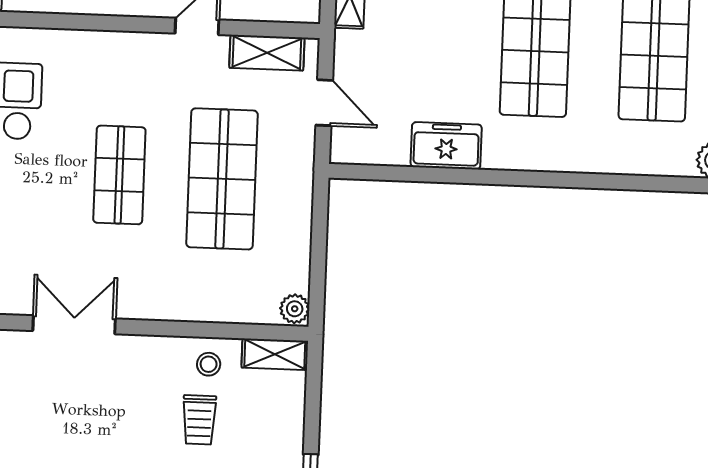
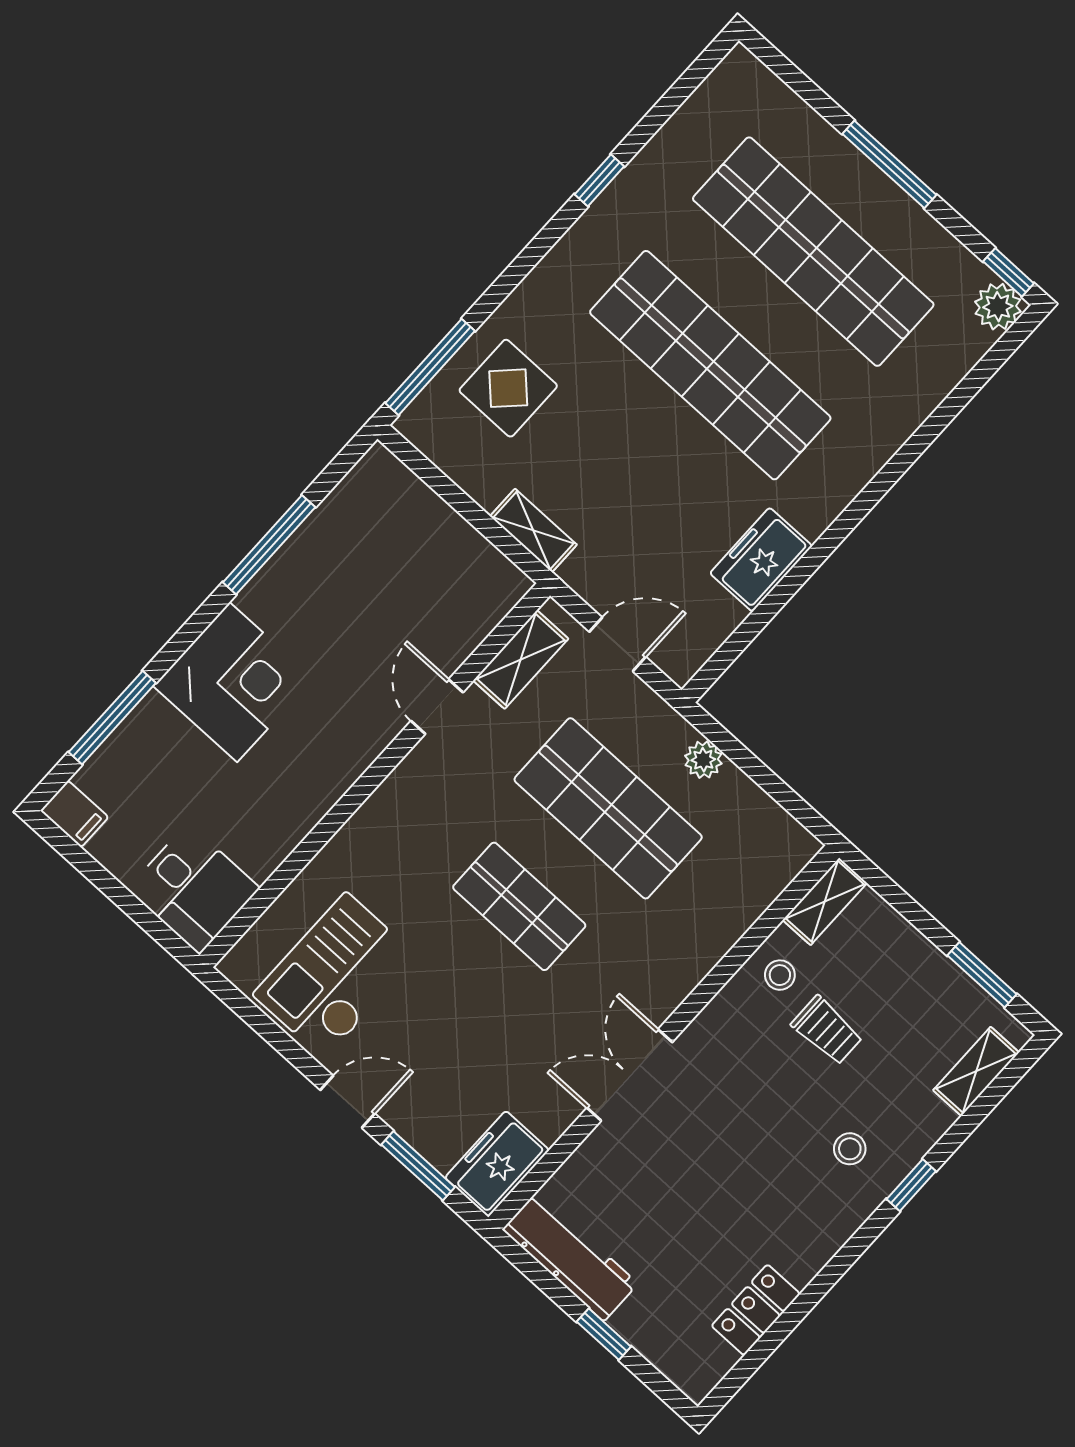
plant: (295, 309) -> (703, 760), moved

